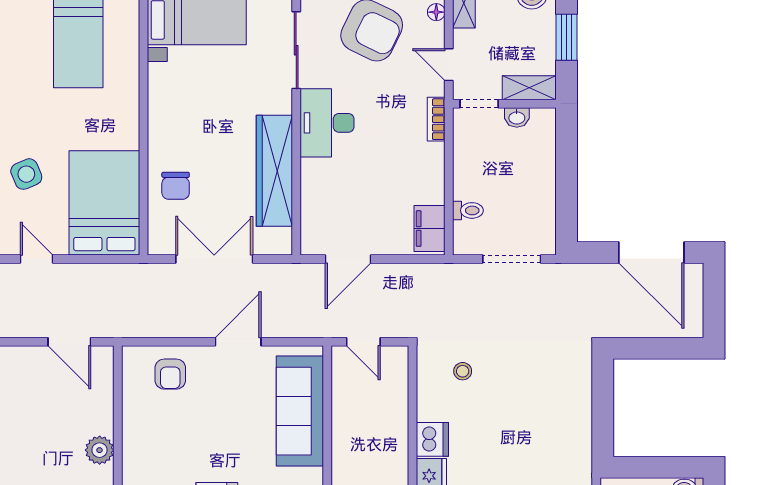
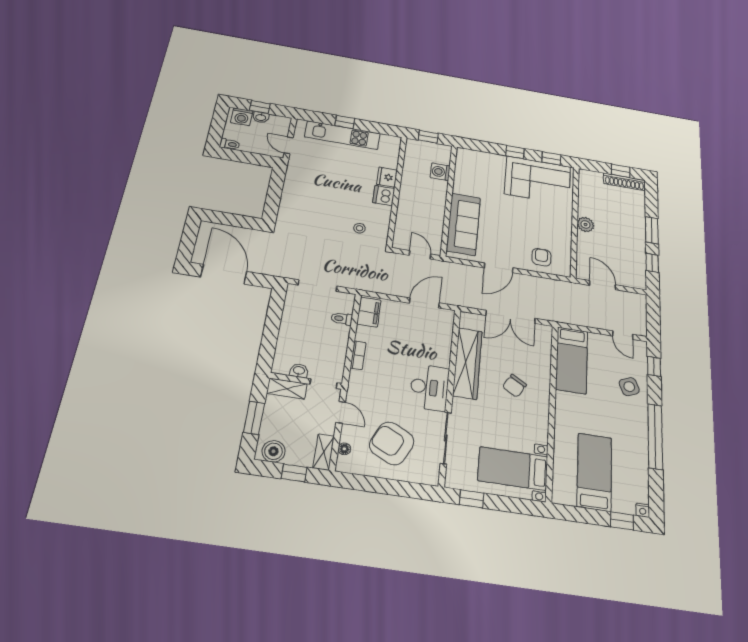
bookcase: (436, 119) -> (358, 355), moved
chair: (176, 186) -> (514, 386), moved, turned -149
bed: (104, 203) -> (572, 360), width x0.67

